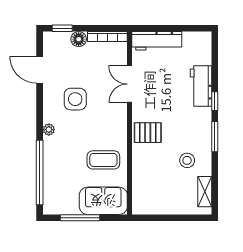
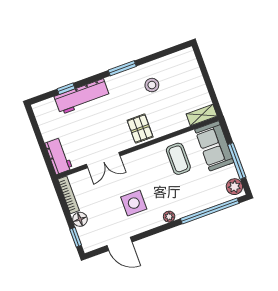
workbench: (157, 41) -> (59, 156), width x0.73
door: (40, 70) -> (119, 244), hinge flipped
workbench: (201, 86) -> (82, 97), width x1.38
window: (215, 101) -> (66, 89), moved
shelving: (205, 192) -> (202, 115), moved
plant: (55, 206) -> (234, 187), added

